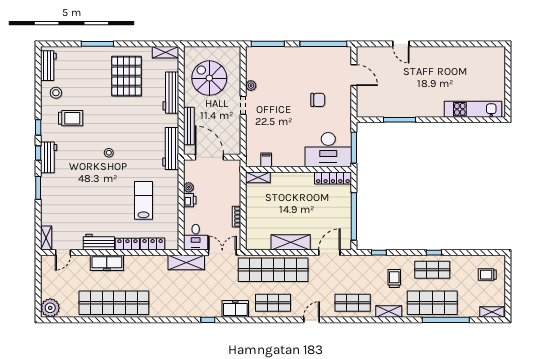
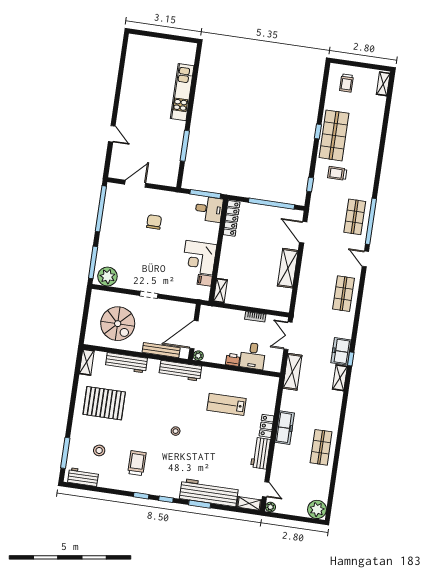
window: (97, 44) -> (65, 453), moved
door: (401, 44) -> (112, 134), hinge flipped
spiral stairs: (209, 78) -> (118, 324), turned -90
plant: (251, 86) -> (107, 276), moved, width x1.87, depth x1.87
stool: (56, 93) -> (99, 450), moved
kitchen unit: (473, 109) -> (182, 92), moved
desk: (328, 150) -> (209, 209), width x0.53, depth x0.77
corner desk: (288, 151) -> (199, 258), added
workbench: (49, 157) -> (209, 493), moved, width x1.87, depth x1.32
plant: (189, 187) -> (198, 356), moved
desk: (196, 237) -> (253, 356), moved, turned 90
locker: (153, 244) -> (270, 402), removed
plant: (46, 260) -> (270, 507), added
freezer: (107, 263) -> (285, 428), moved
shop shelf: (273, 270) -> (312, 289), removed
shop shelf: (432, 270) -> (334, 135), width x1.43, depth x1.36
shop shelf: (114, 303) -> (321, 447), width x0.50, depth x0.74
shop shelf: (432, 303) -> (366, 140), removed
freezer: (235, 309) -> (341, 351), moved
shelving: (389, 312) -> (340, 378), moved
window: (446, 320) -> (371, 221), moved

